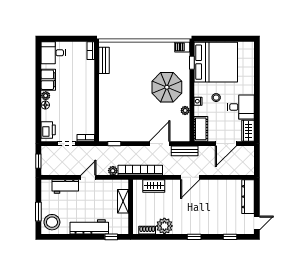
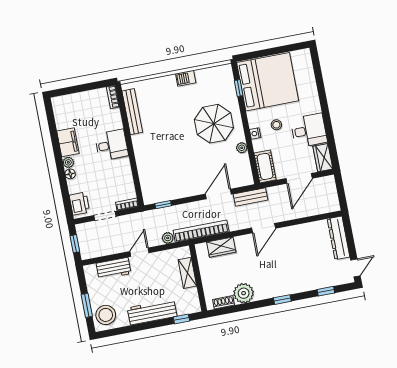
barbecue: (182, 47) -> (186, 78), moved
desk: (53, 53) -> (111, 145), moved, turned 180
bench: (104, 60) -> (132, 112), width x1.36

